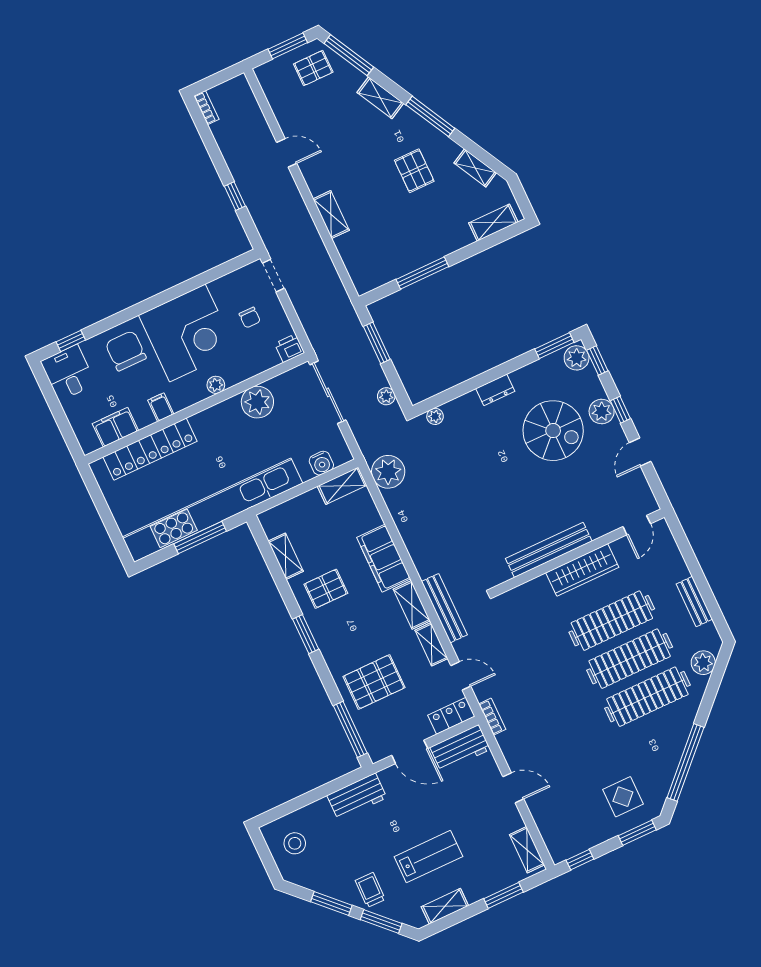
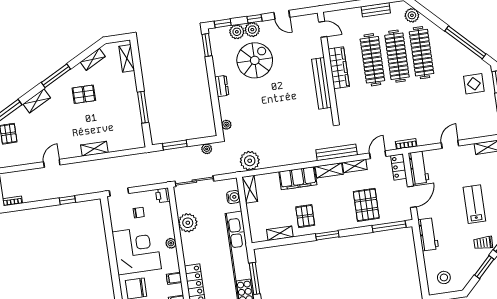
plant: (577, 358) -> (237, 32), moved

